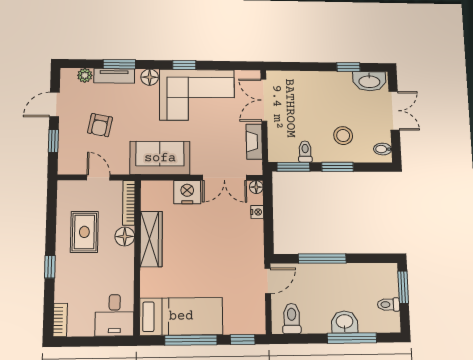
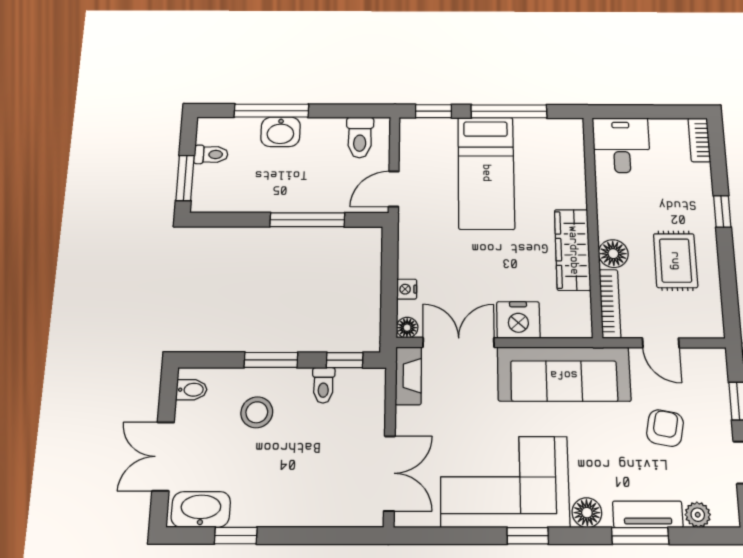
fireplace: (254, 142) -> (408, 376), moved
sofa: (160, 158) -> (564, 374), width x1.36
window: (293, 167) -> (345, 360), width x0.67
bed: (181, 316) -> (486, 173), moved, turned -90

